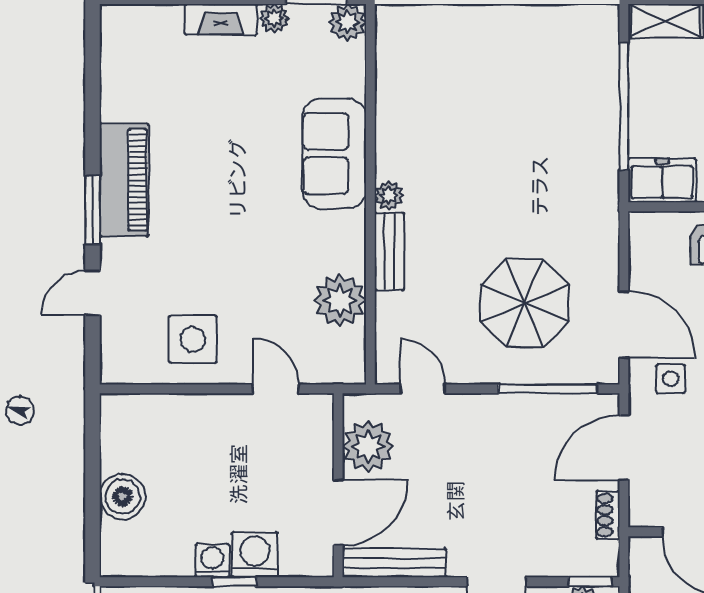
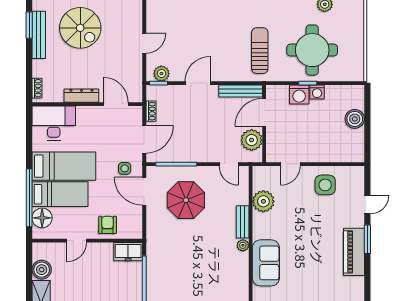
door: (276, 389) -> (290, 164), hinge flipped

